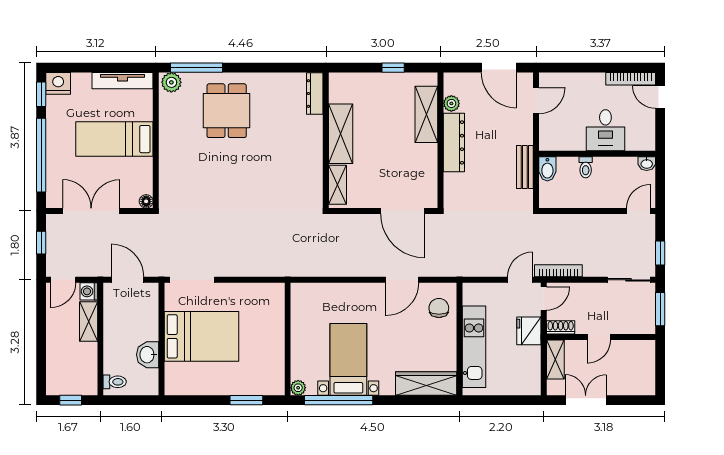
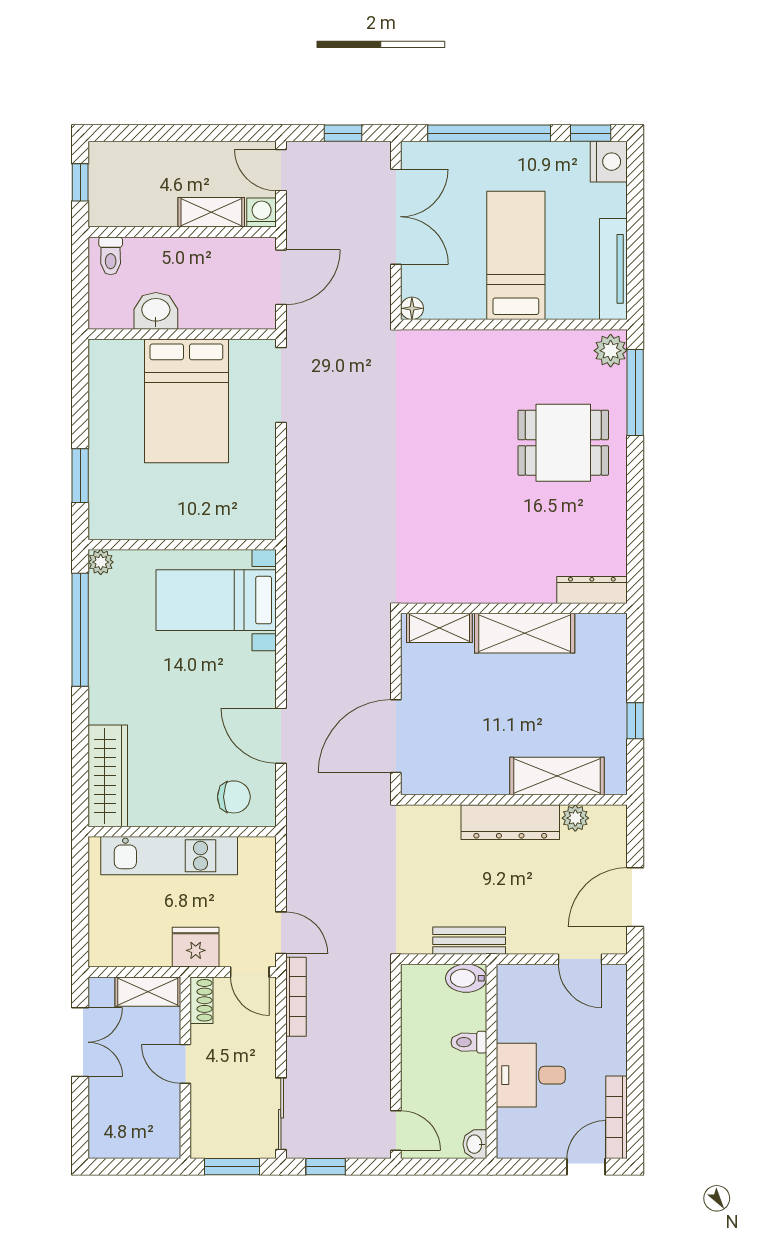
bed with nightstands: (348, 359) -> (216, 600), moved, turned 180

